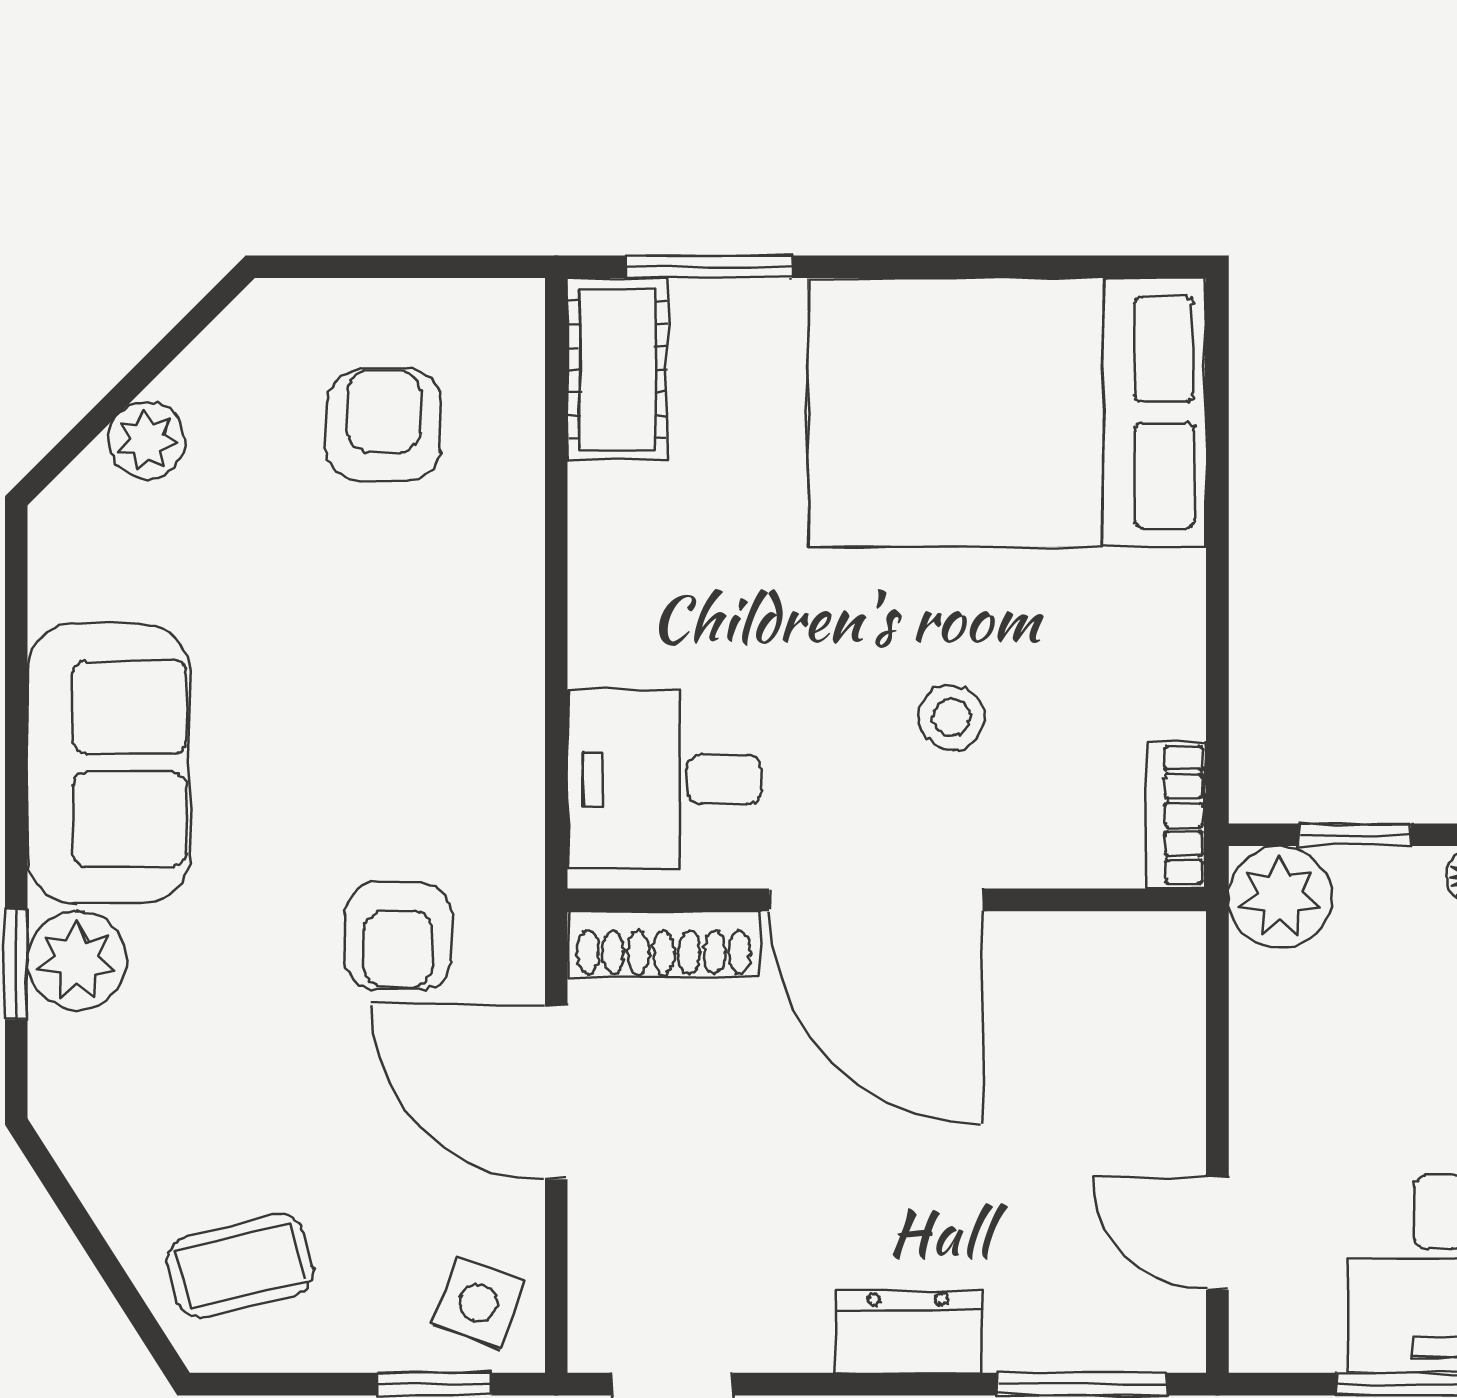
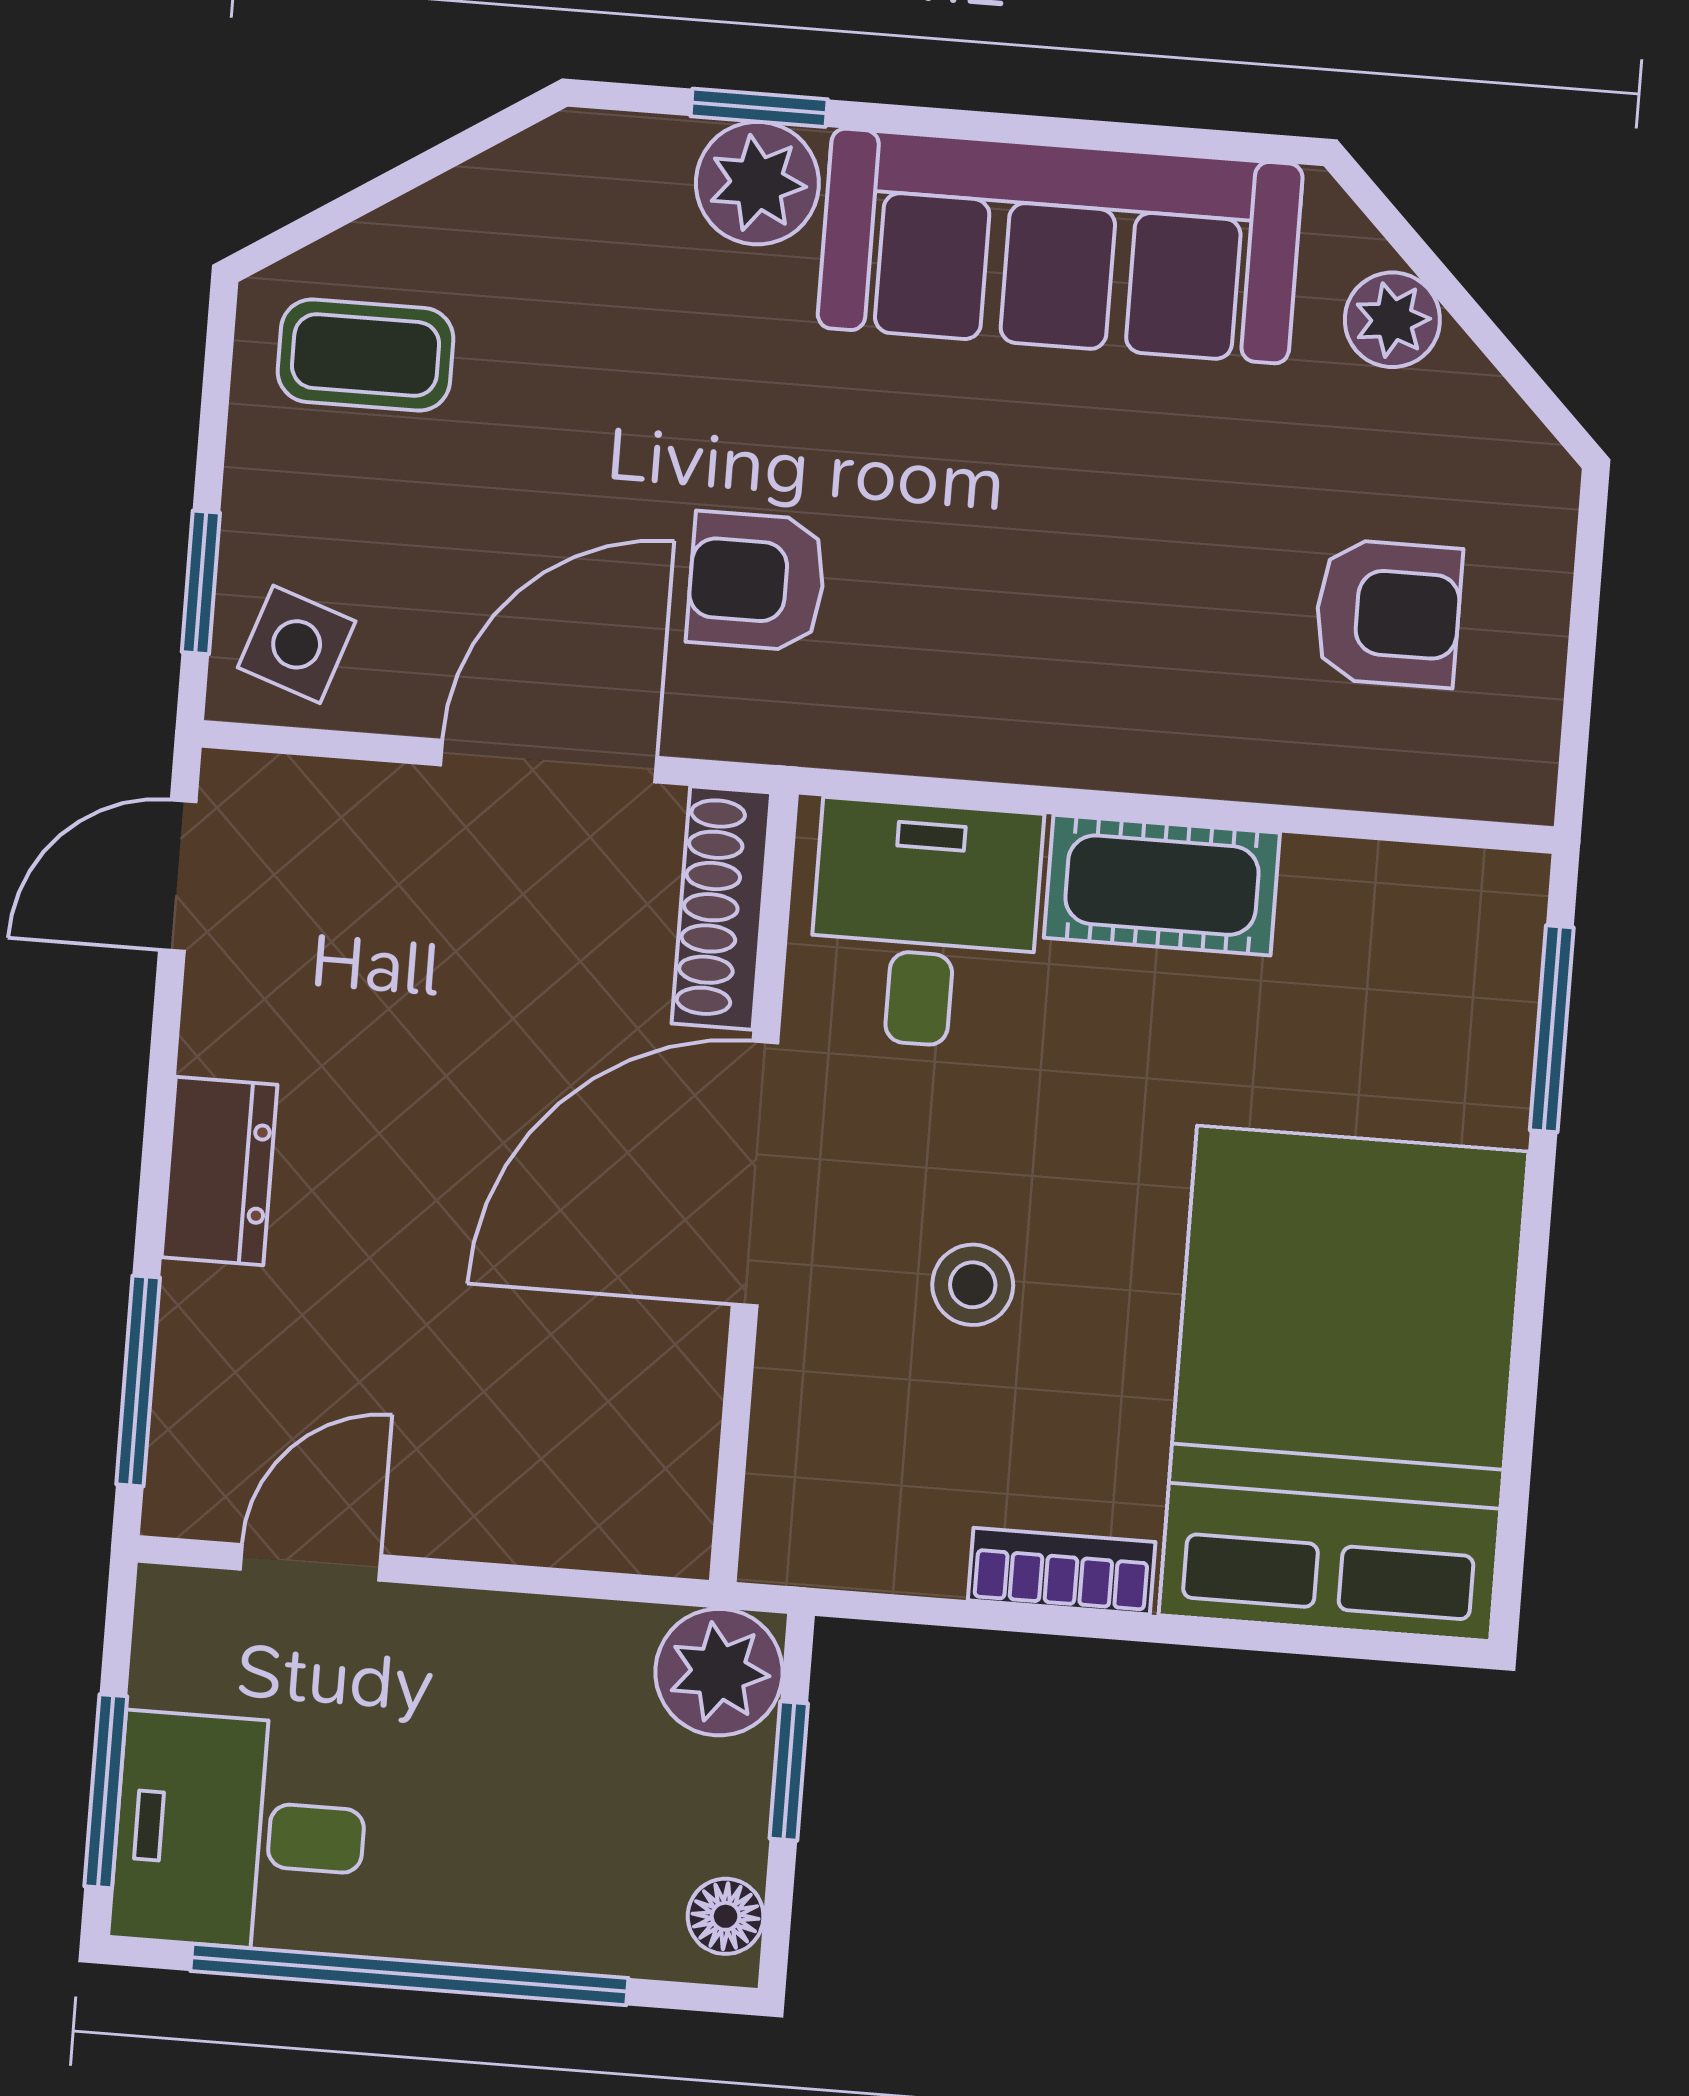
cot: (617, 370) -> (1162, 885), moved
sofa: (109, 763) -> (1060, 246), width x1.36
bookcase: (1177, 815) -> (1062, 1571), moved
coffee table: (240, 1266) -> (366, 355), turned -76

